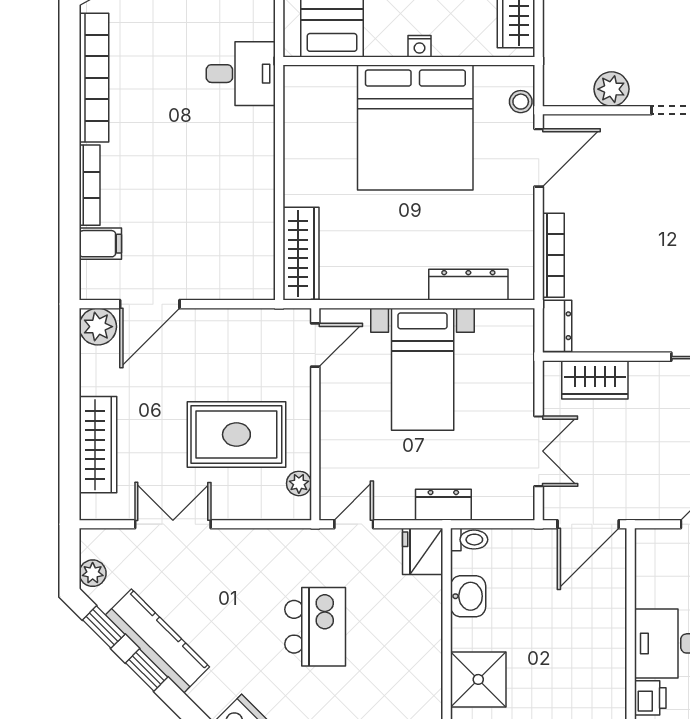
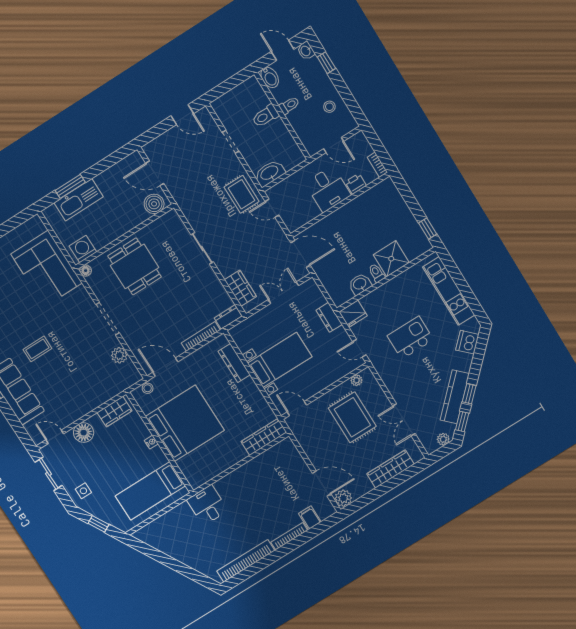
toilet: (469, 540) -> (377, 273), moved

